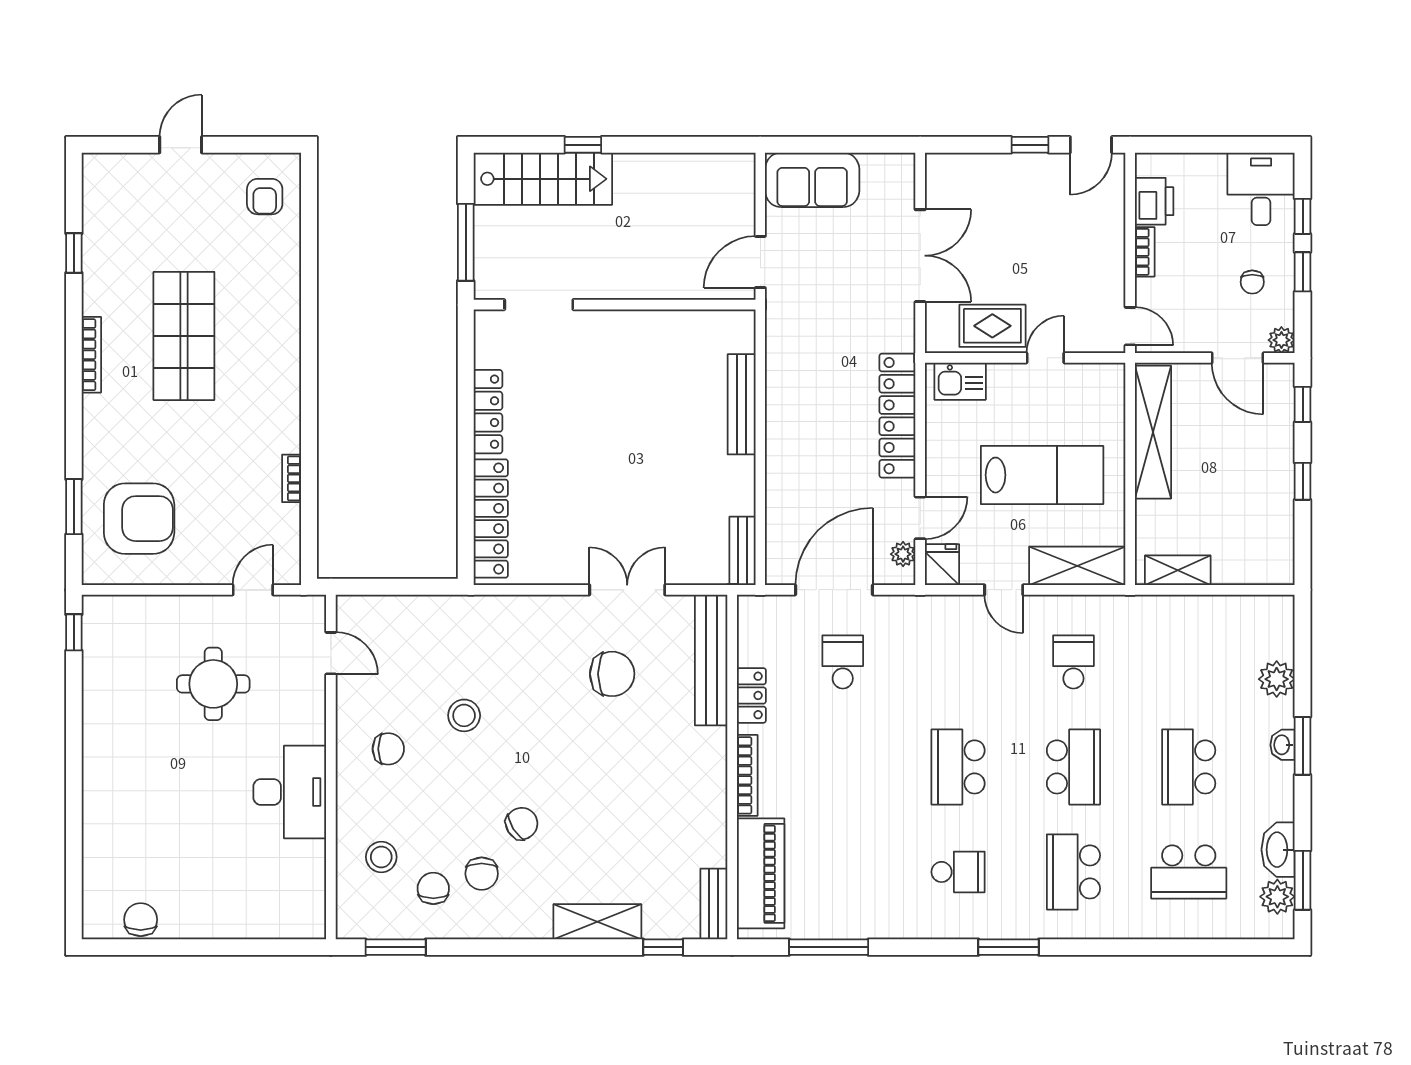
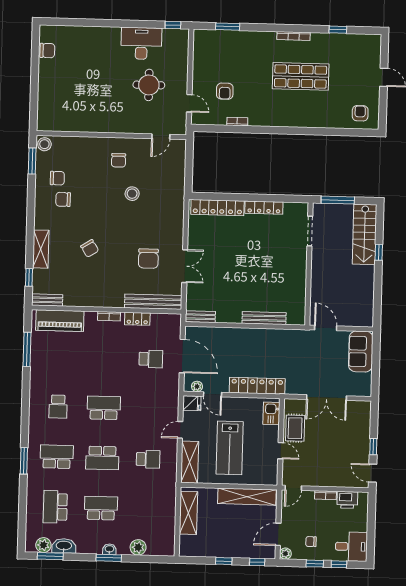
armchair: (265, 197) -> (360, 113), turned 90
armchair: (139, 519) -> (225, 91), moved, width x0.53, depth x0.53
shelving: (1178, 570) -> (188, 513), width x1.50, depth x1.33
bookcase: (747, 775) -> (109, 316), width x0.64
desk: (290, 792) -> (141, 43), moved, turned 180
chair: (522, 824) -> (90, 248), moved
stool: (381, 857) -> (44, 144), moved
window: (1009, 947) -> (24, 461), moved

